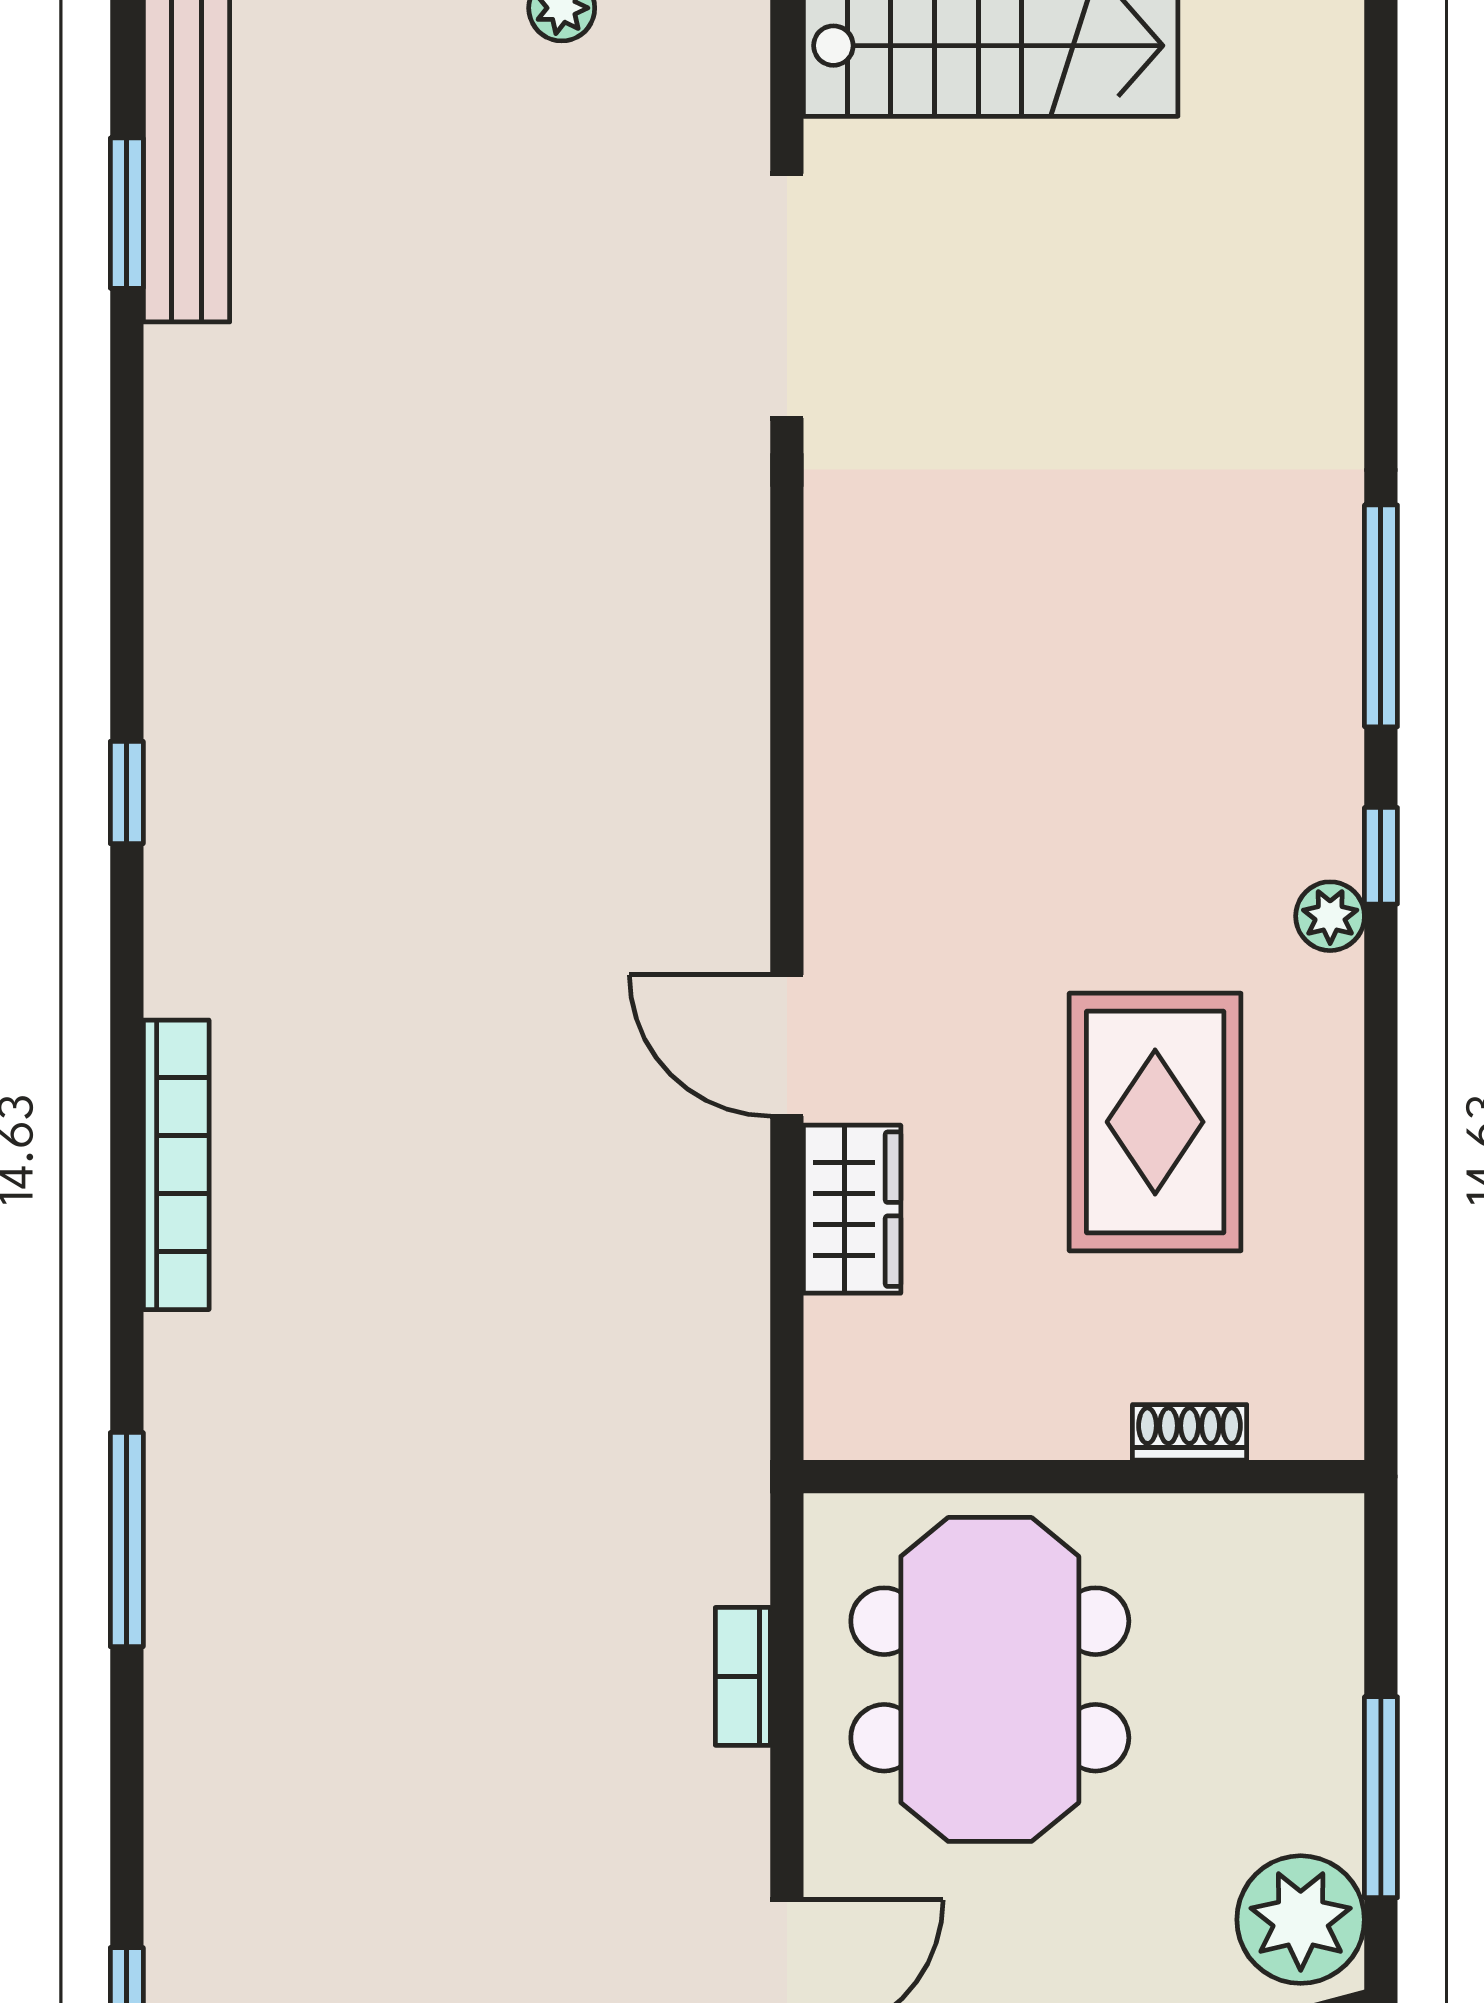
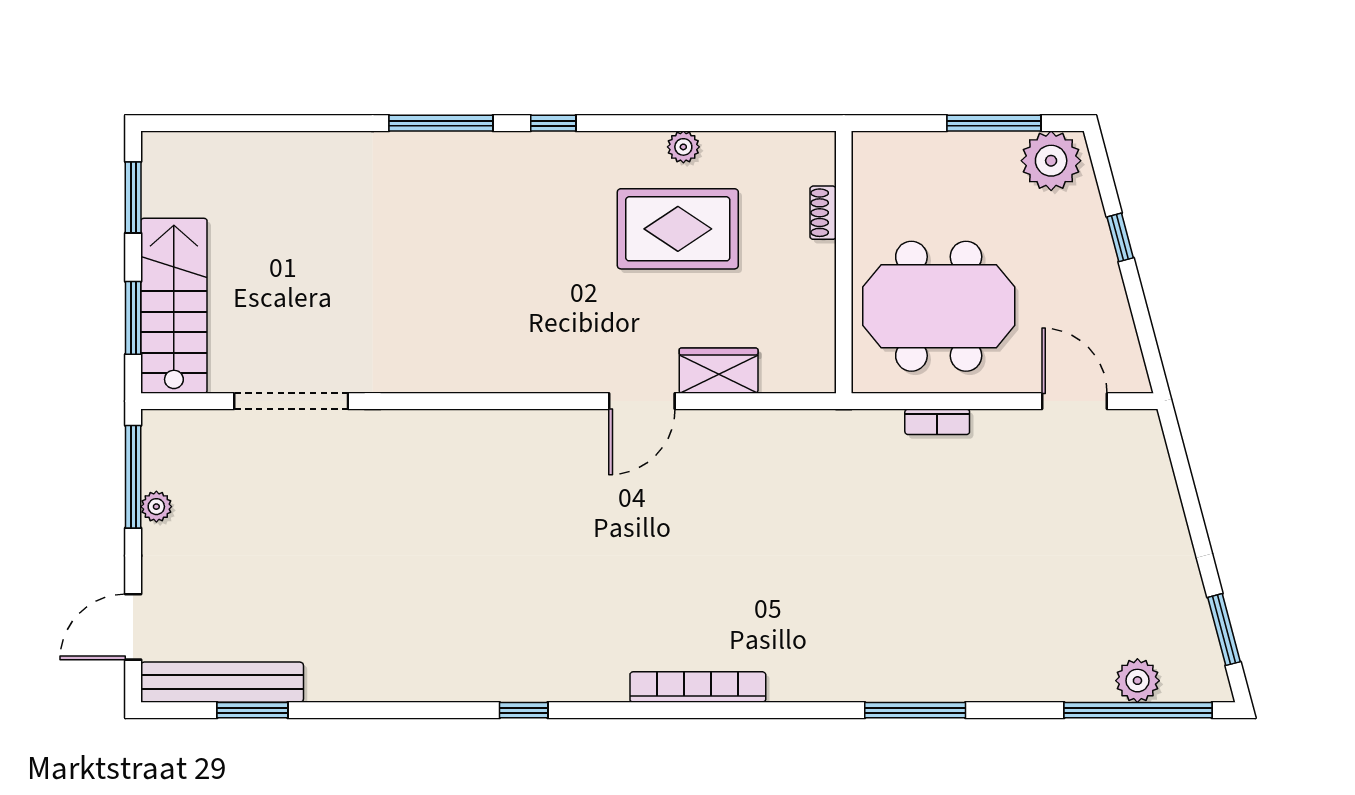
plant: (1330, 916) -> (683, 147), moved
window: (127, 1540) -> (915, 710), moved

